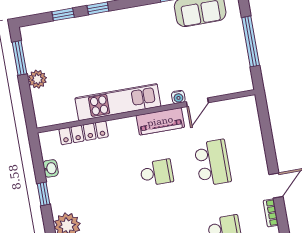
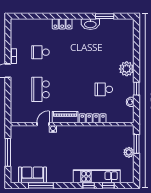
window: (19, 58) -> (137, 144), moved
kitchen unit: (118, 102) -> (97, 176), moved, turned 180
locker: (84, 133) -> (93, 118), moved
school desk: (157, 173) -> (104, 89), moved

